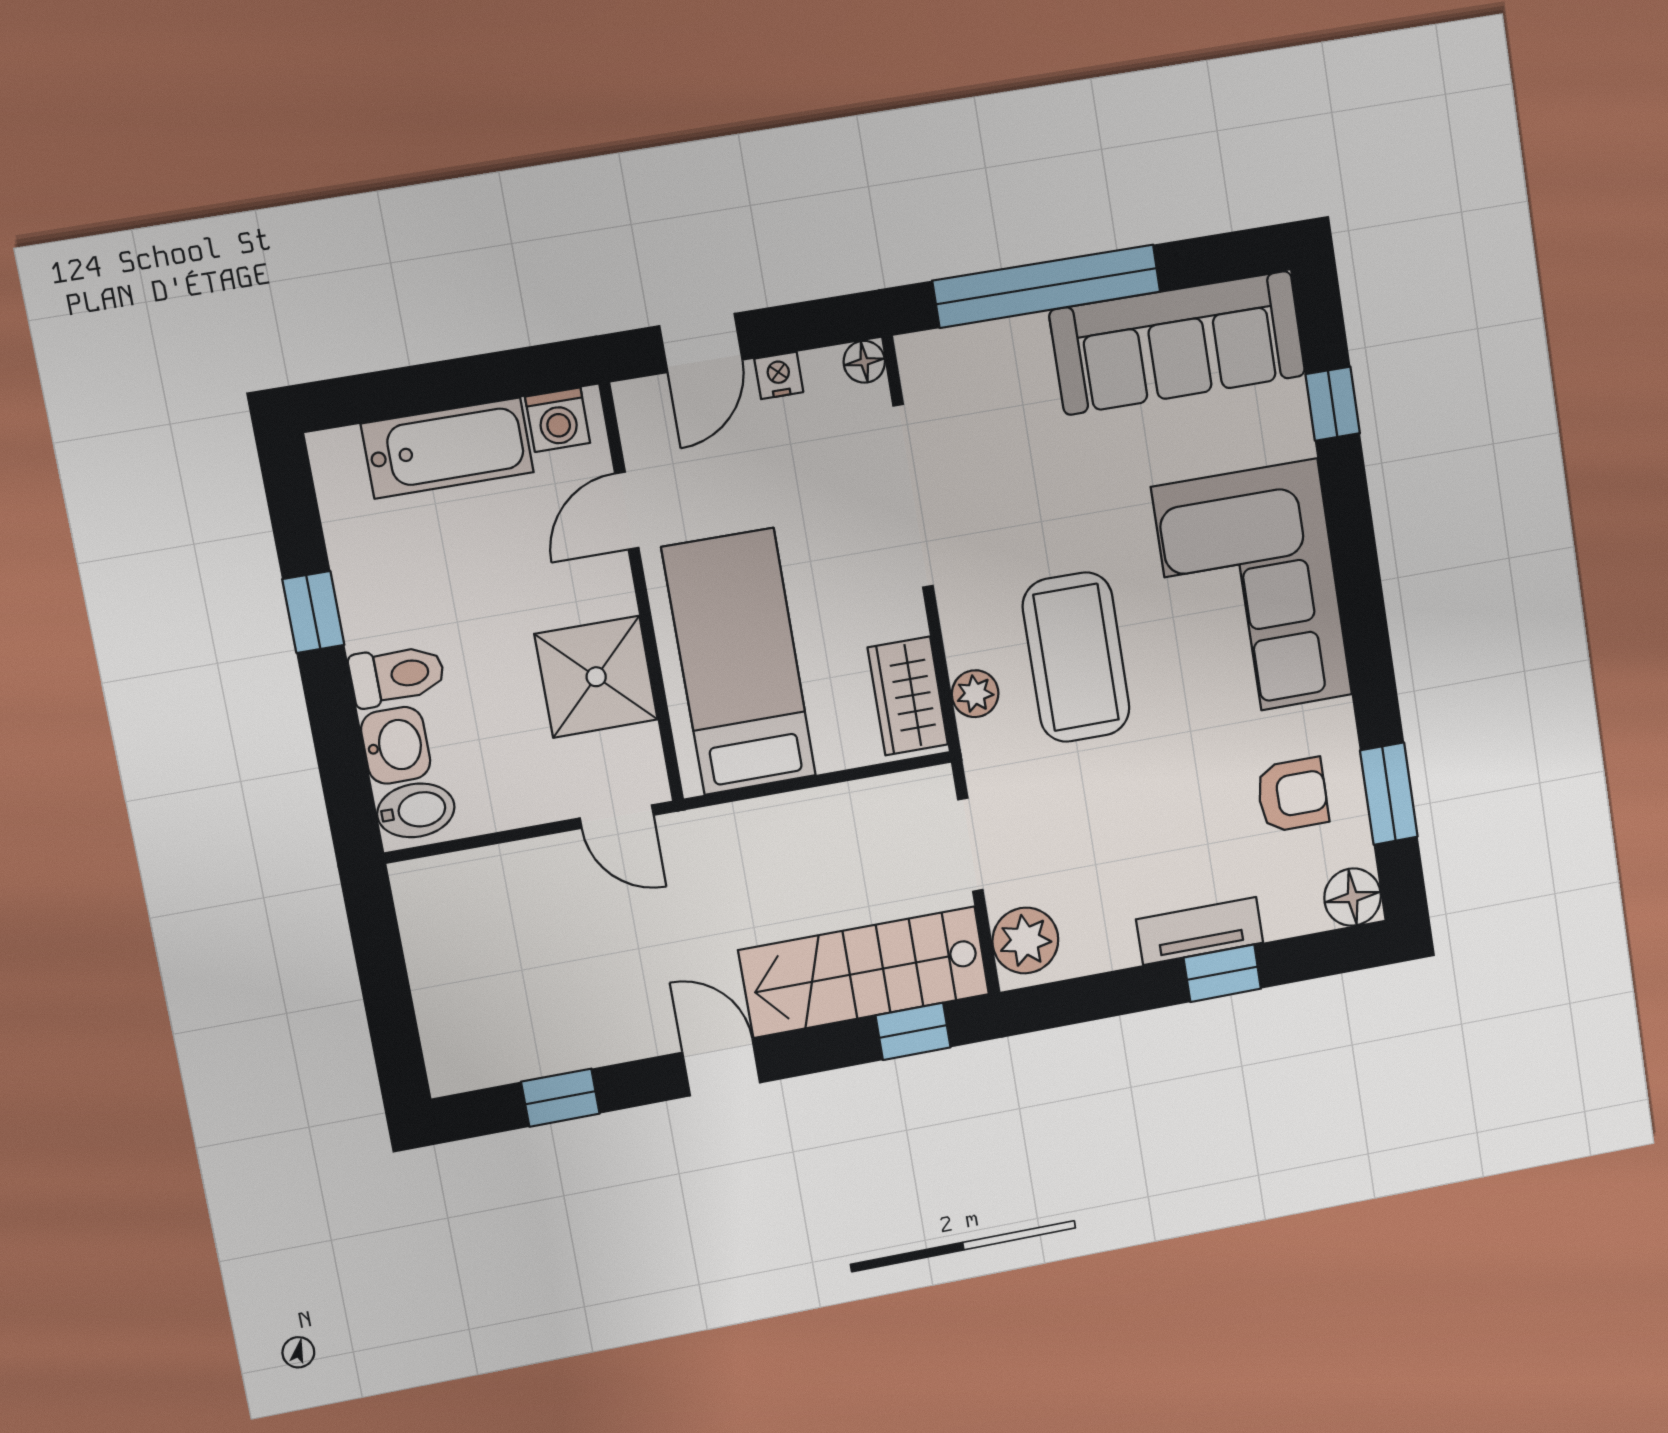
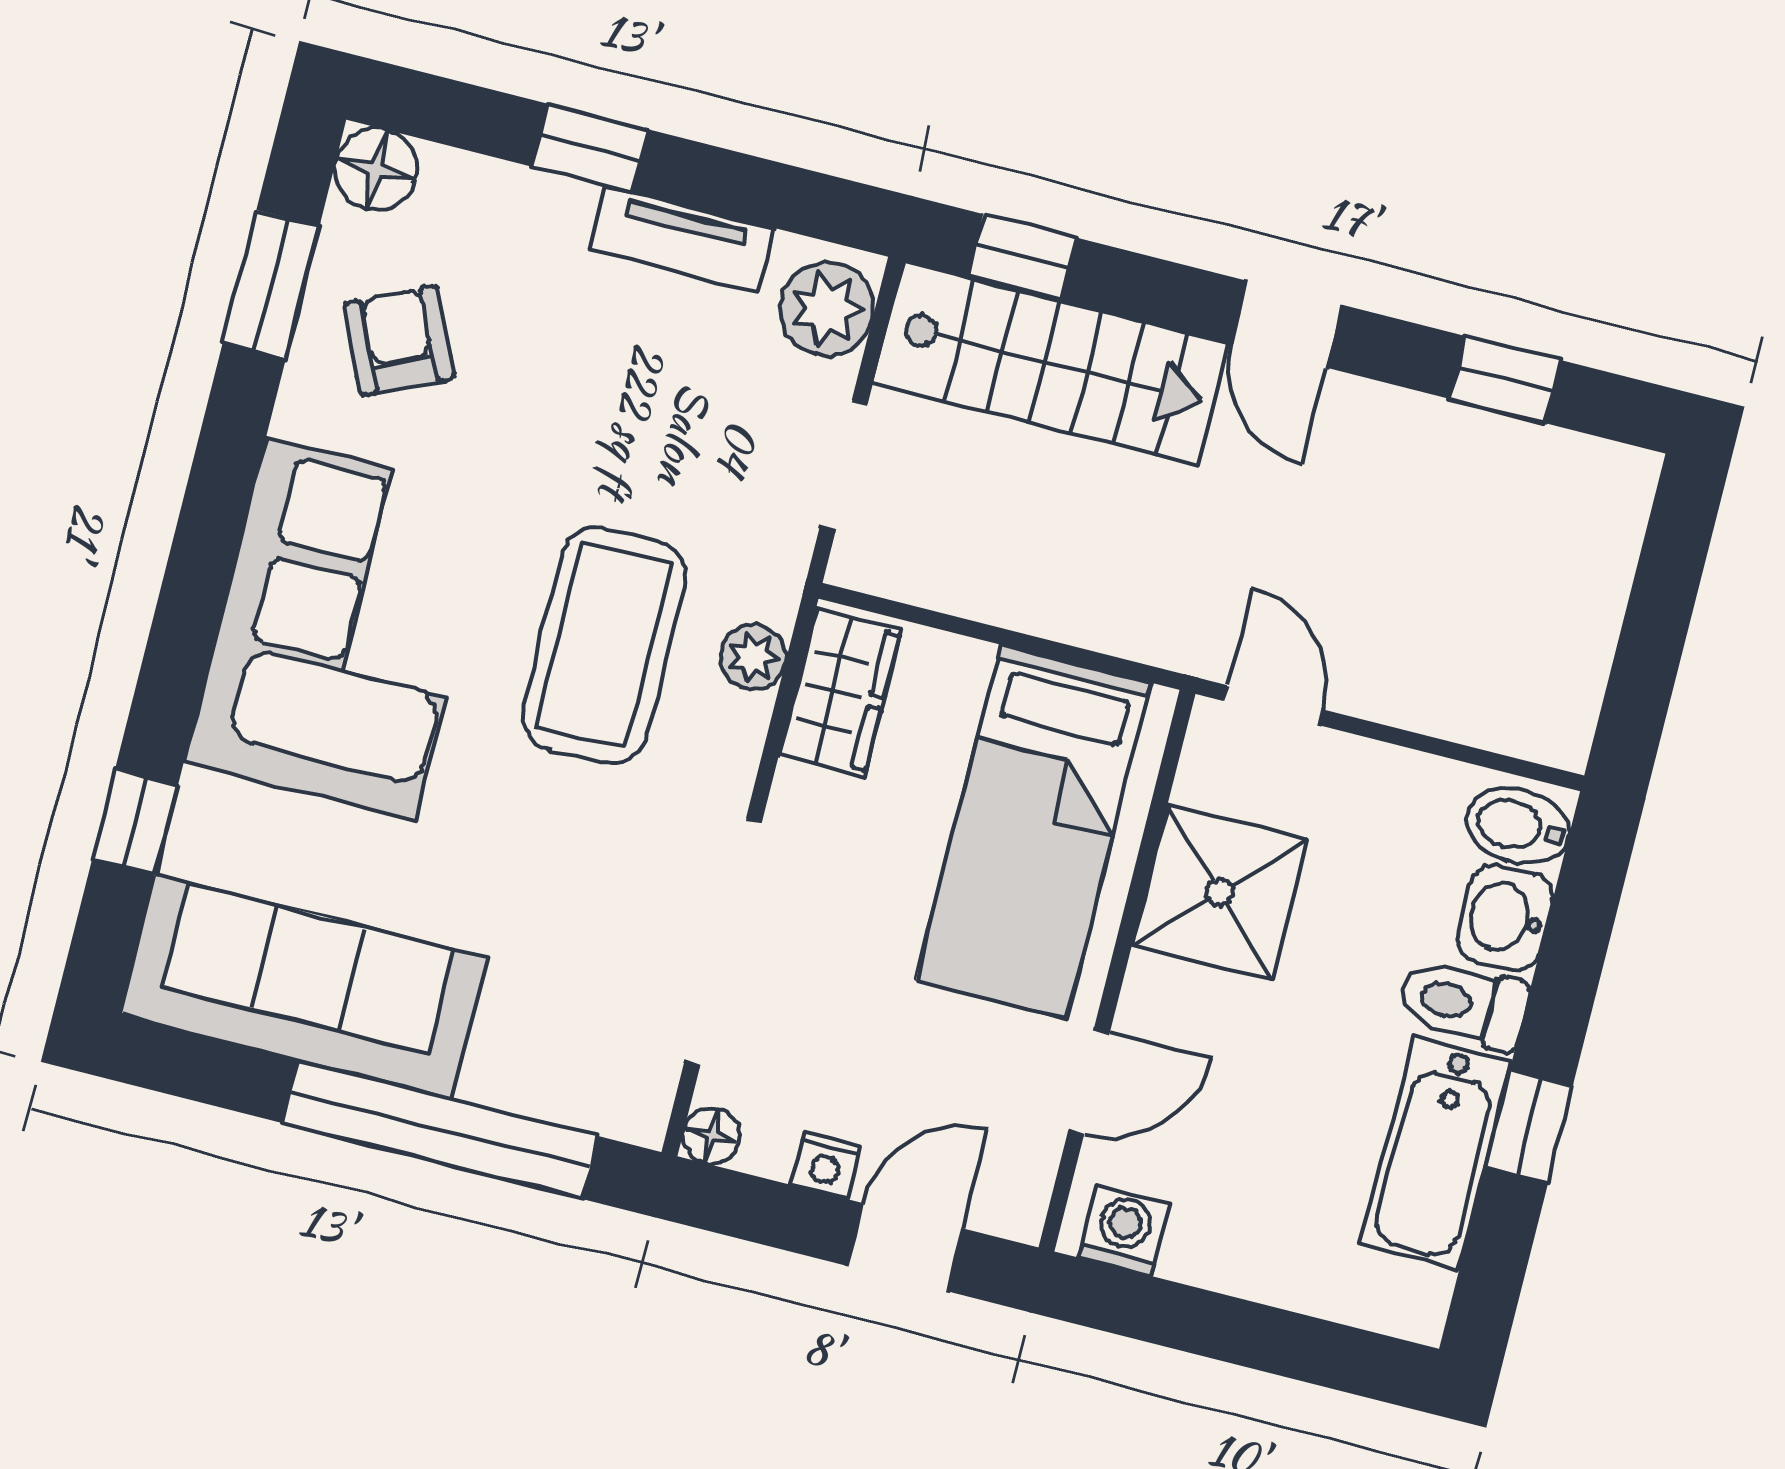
bathtub: (447, 448) -> (1436, 1154), moved, turned -90
armchair: (1292, 795) -> (399, 341), turned 65
tv unit: (1200, 931) -> (682, 239), moved

